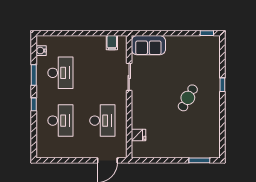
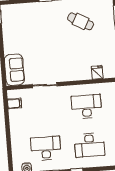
cafe table: (188, 98) -> (81, 21), moved
desk: (60, 121) -> (89, 145), turned 180

